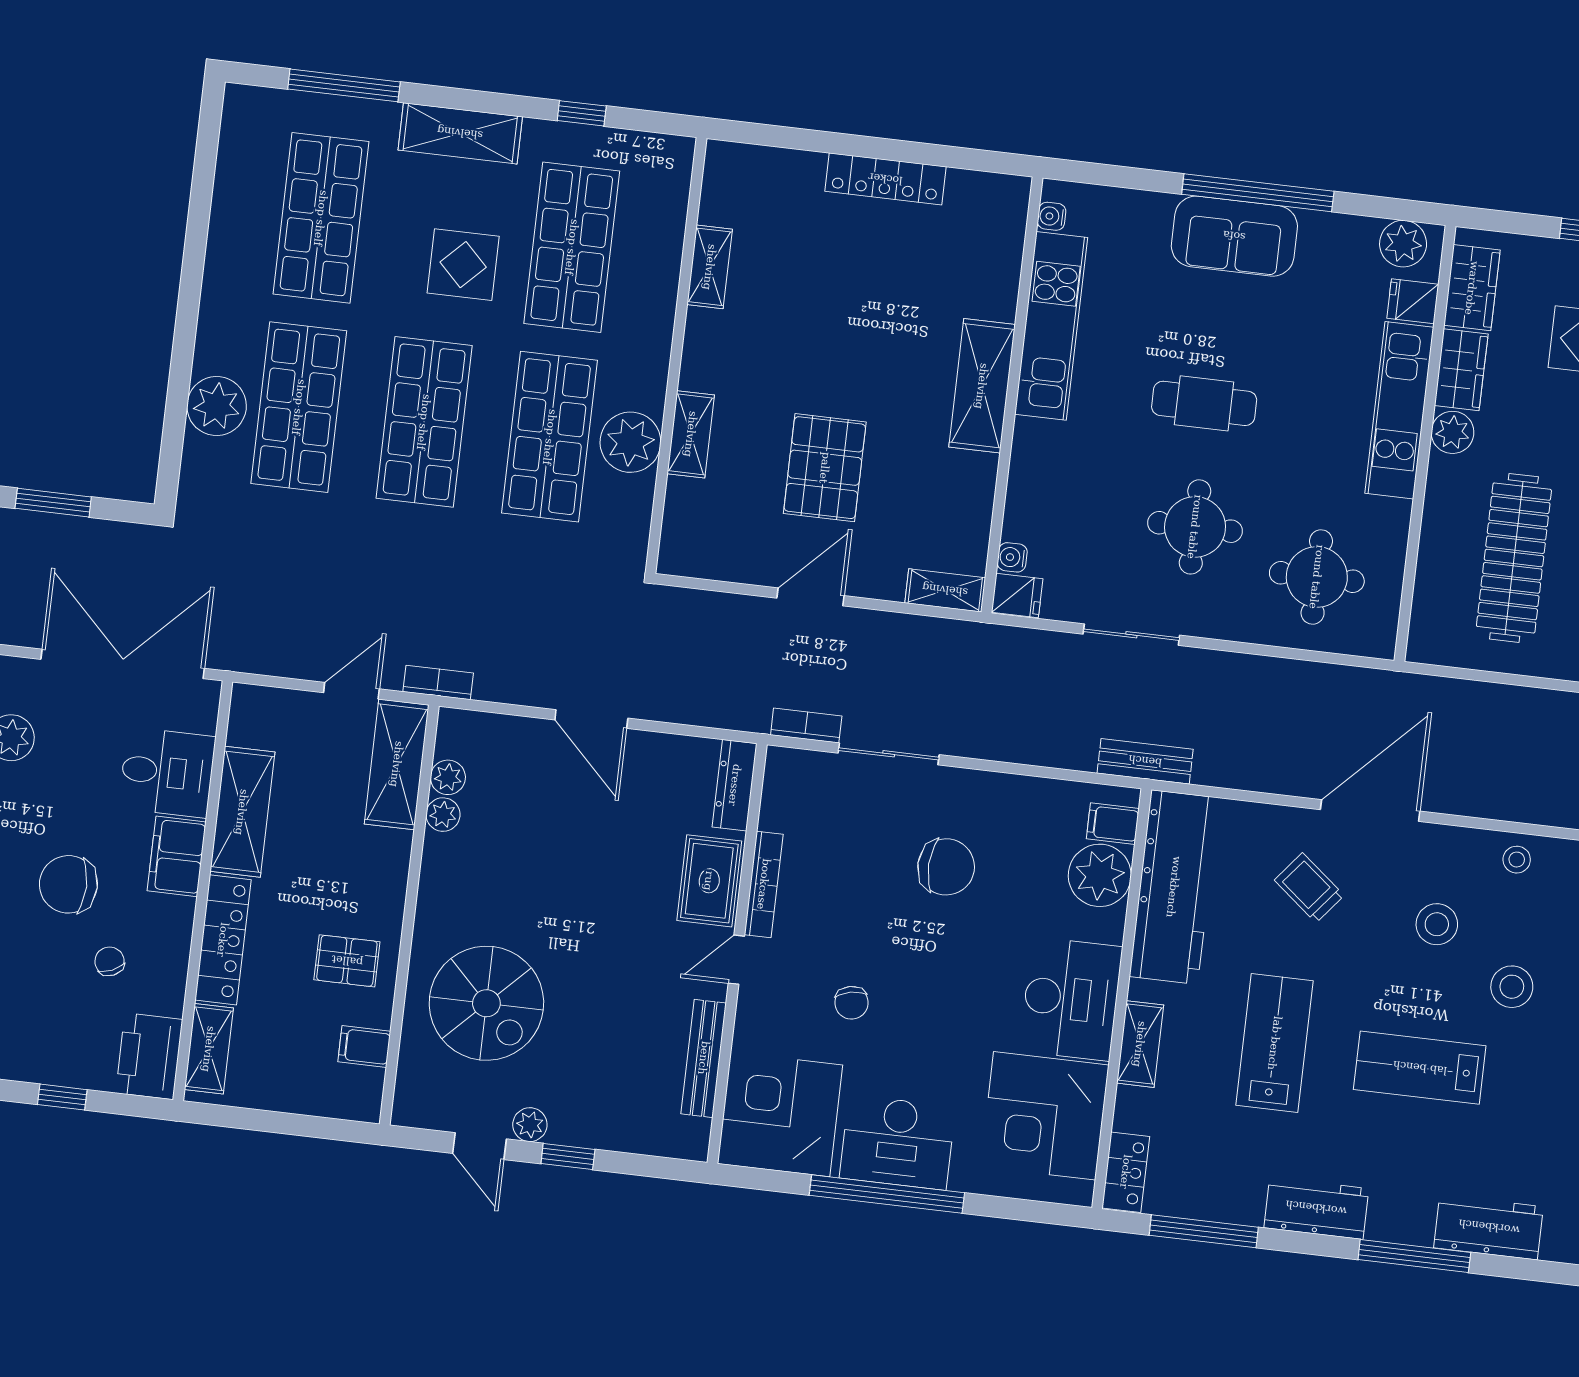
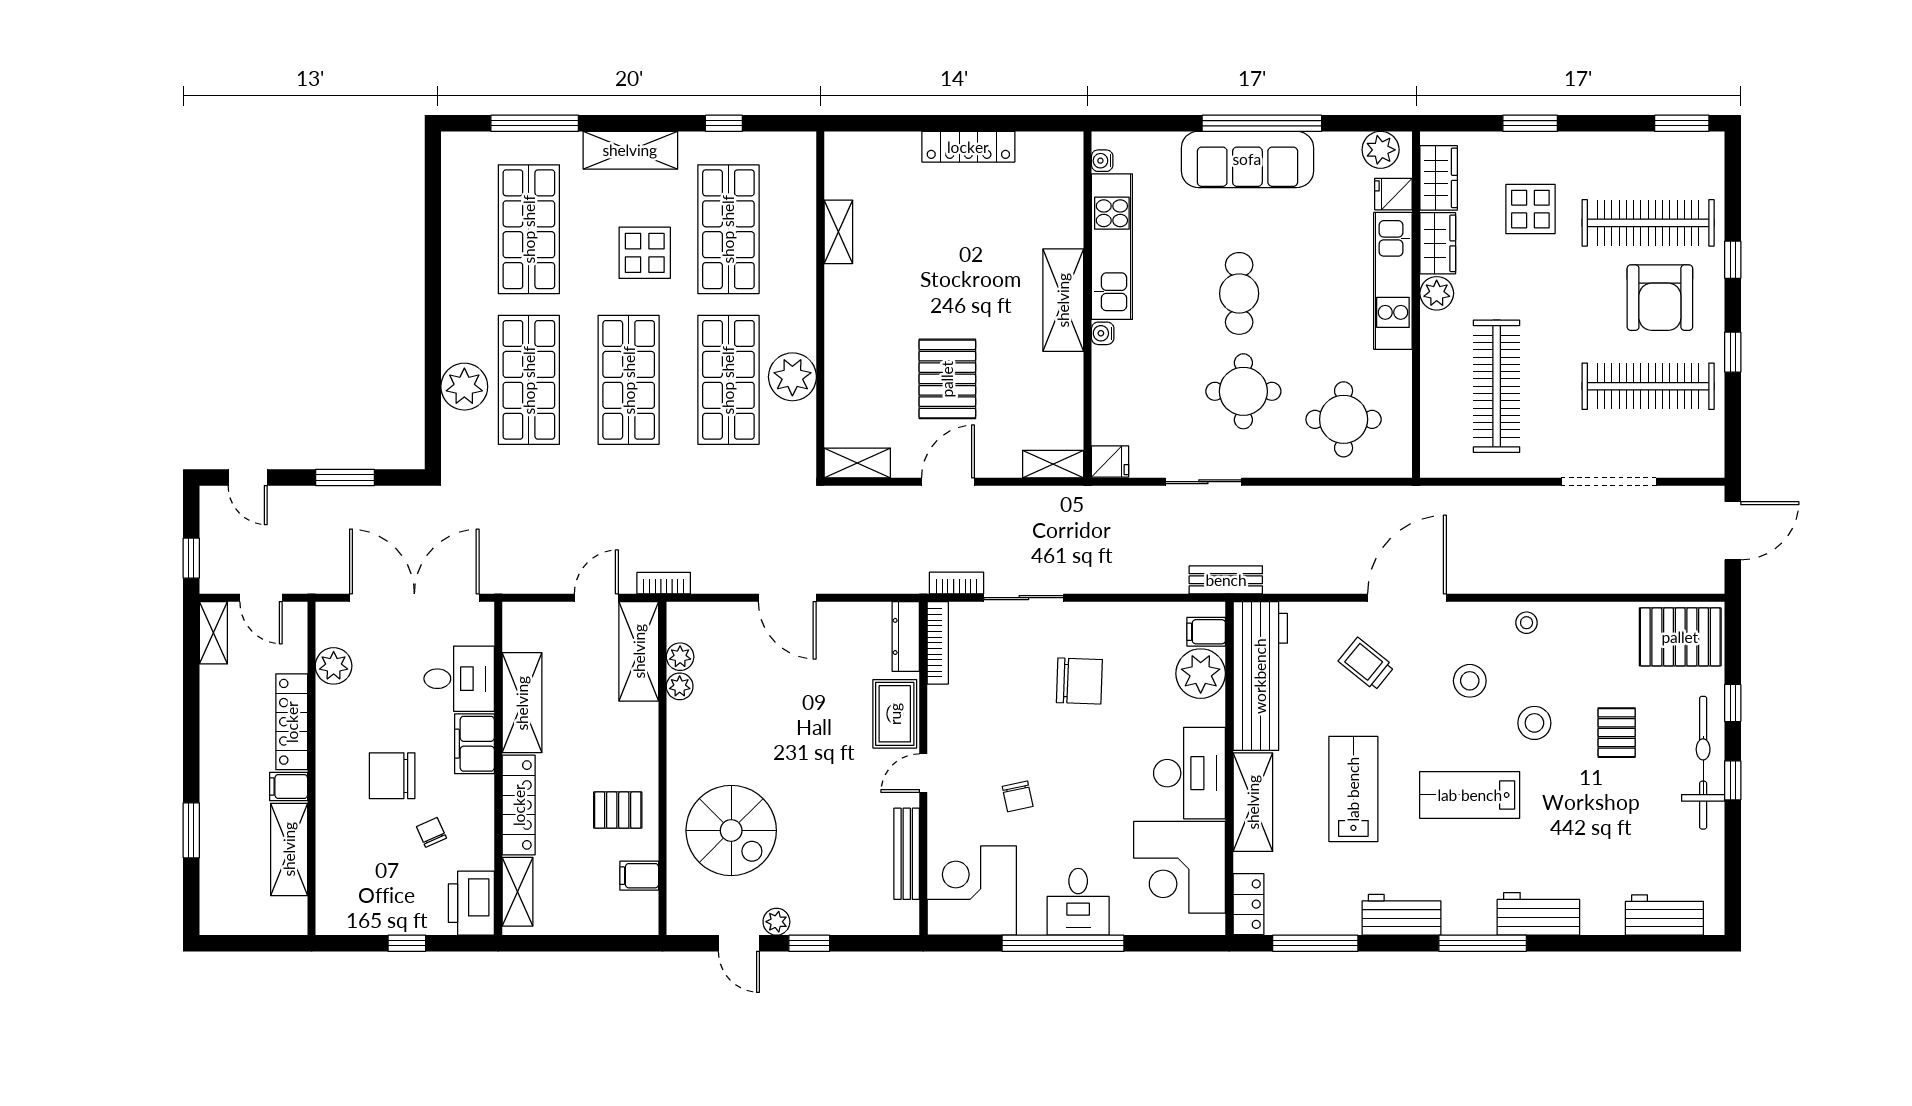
sofa: (1234, 236) -> (1247, 159), width x1.36
cafe table: (1204, 403) -> (1239, 293), turned 90
shelving: (691, 434) -> (857, 463), moved, turned 90
water cooler: (1012, 557) -> (1103, 333), moved
bookcase: (764, 884) -> (938, 643), moved
shelving: (1140, 1044) -> (1253, 802), width x1.50, depth x1.33
desk: (897, 1142) -> (1078, 902), width x0.73

